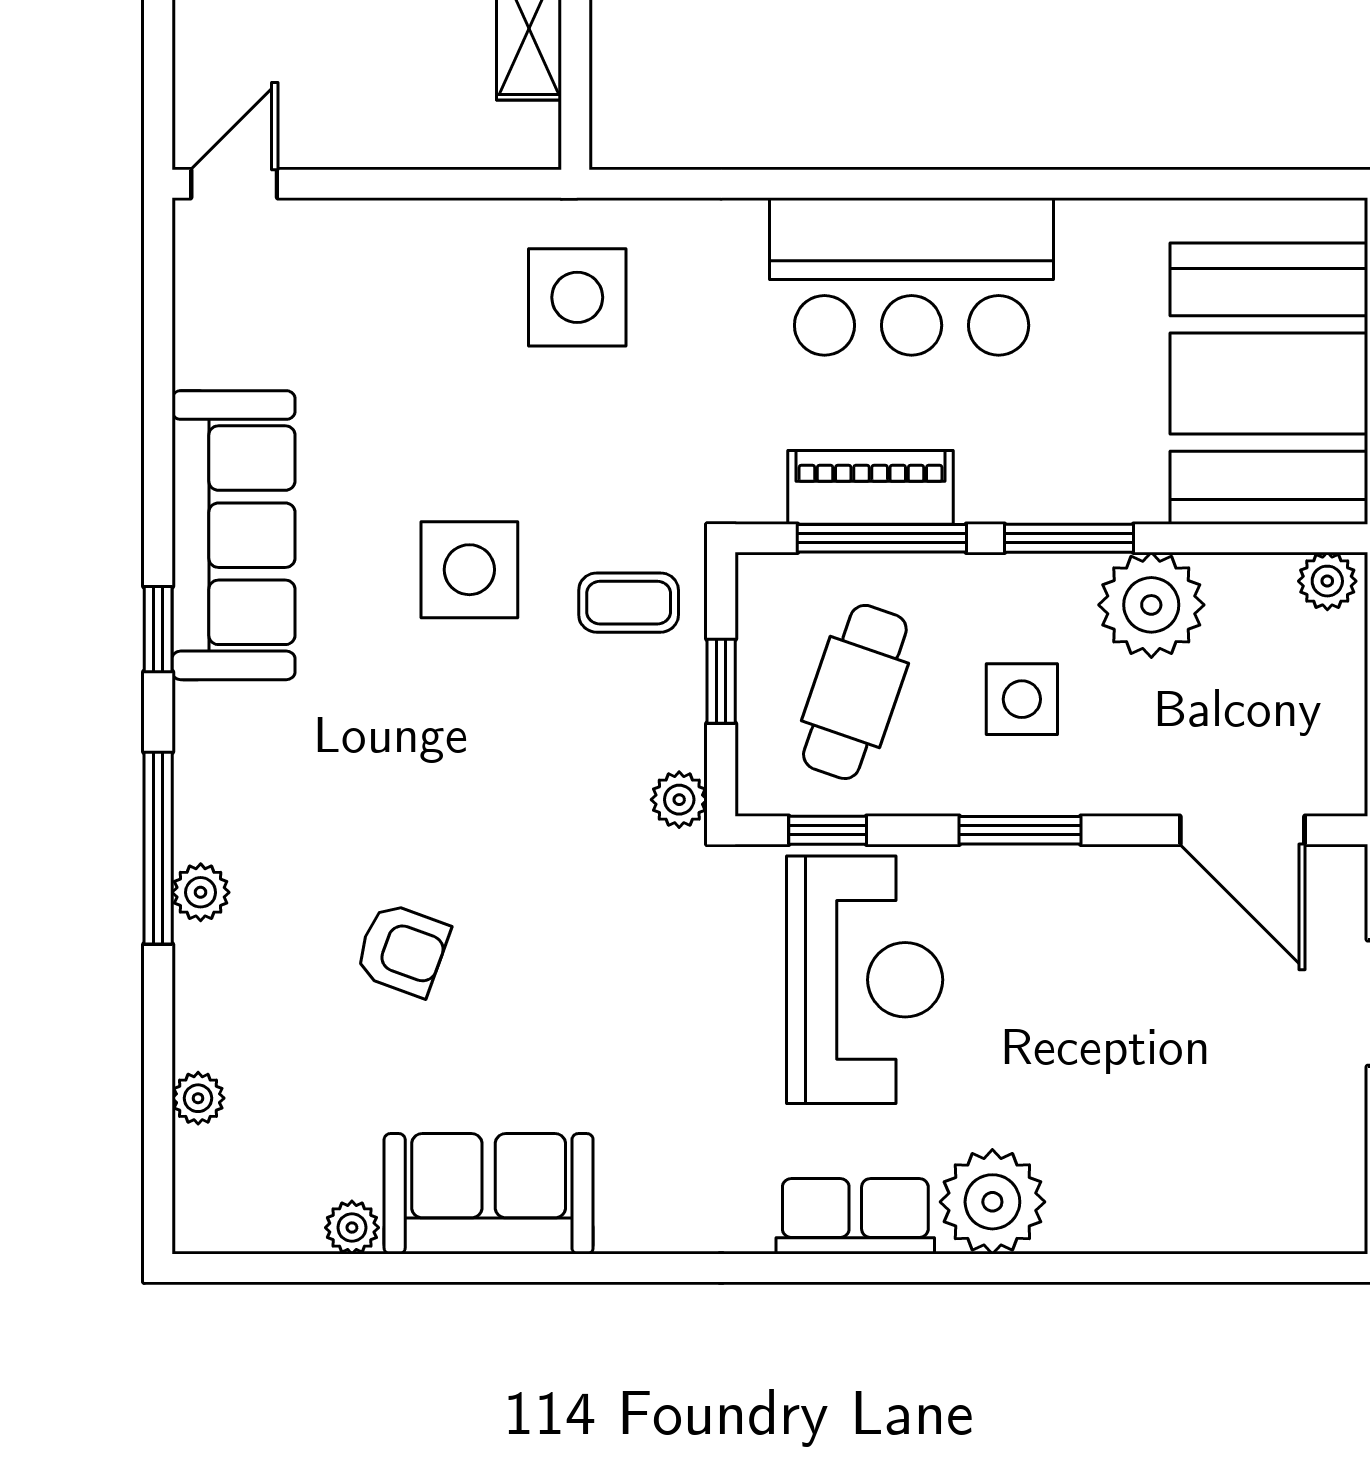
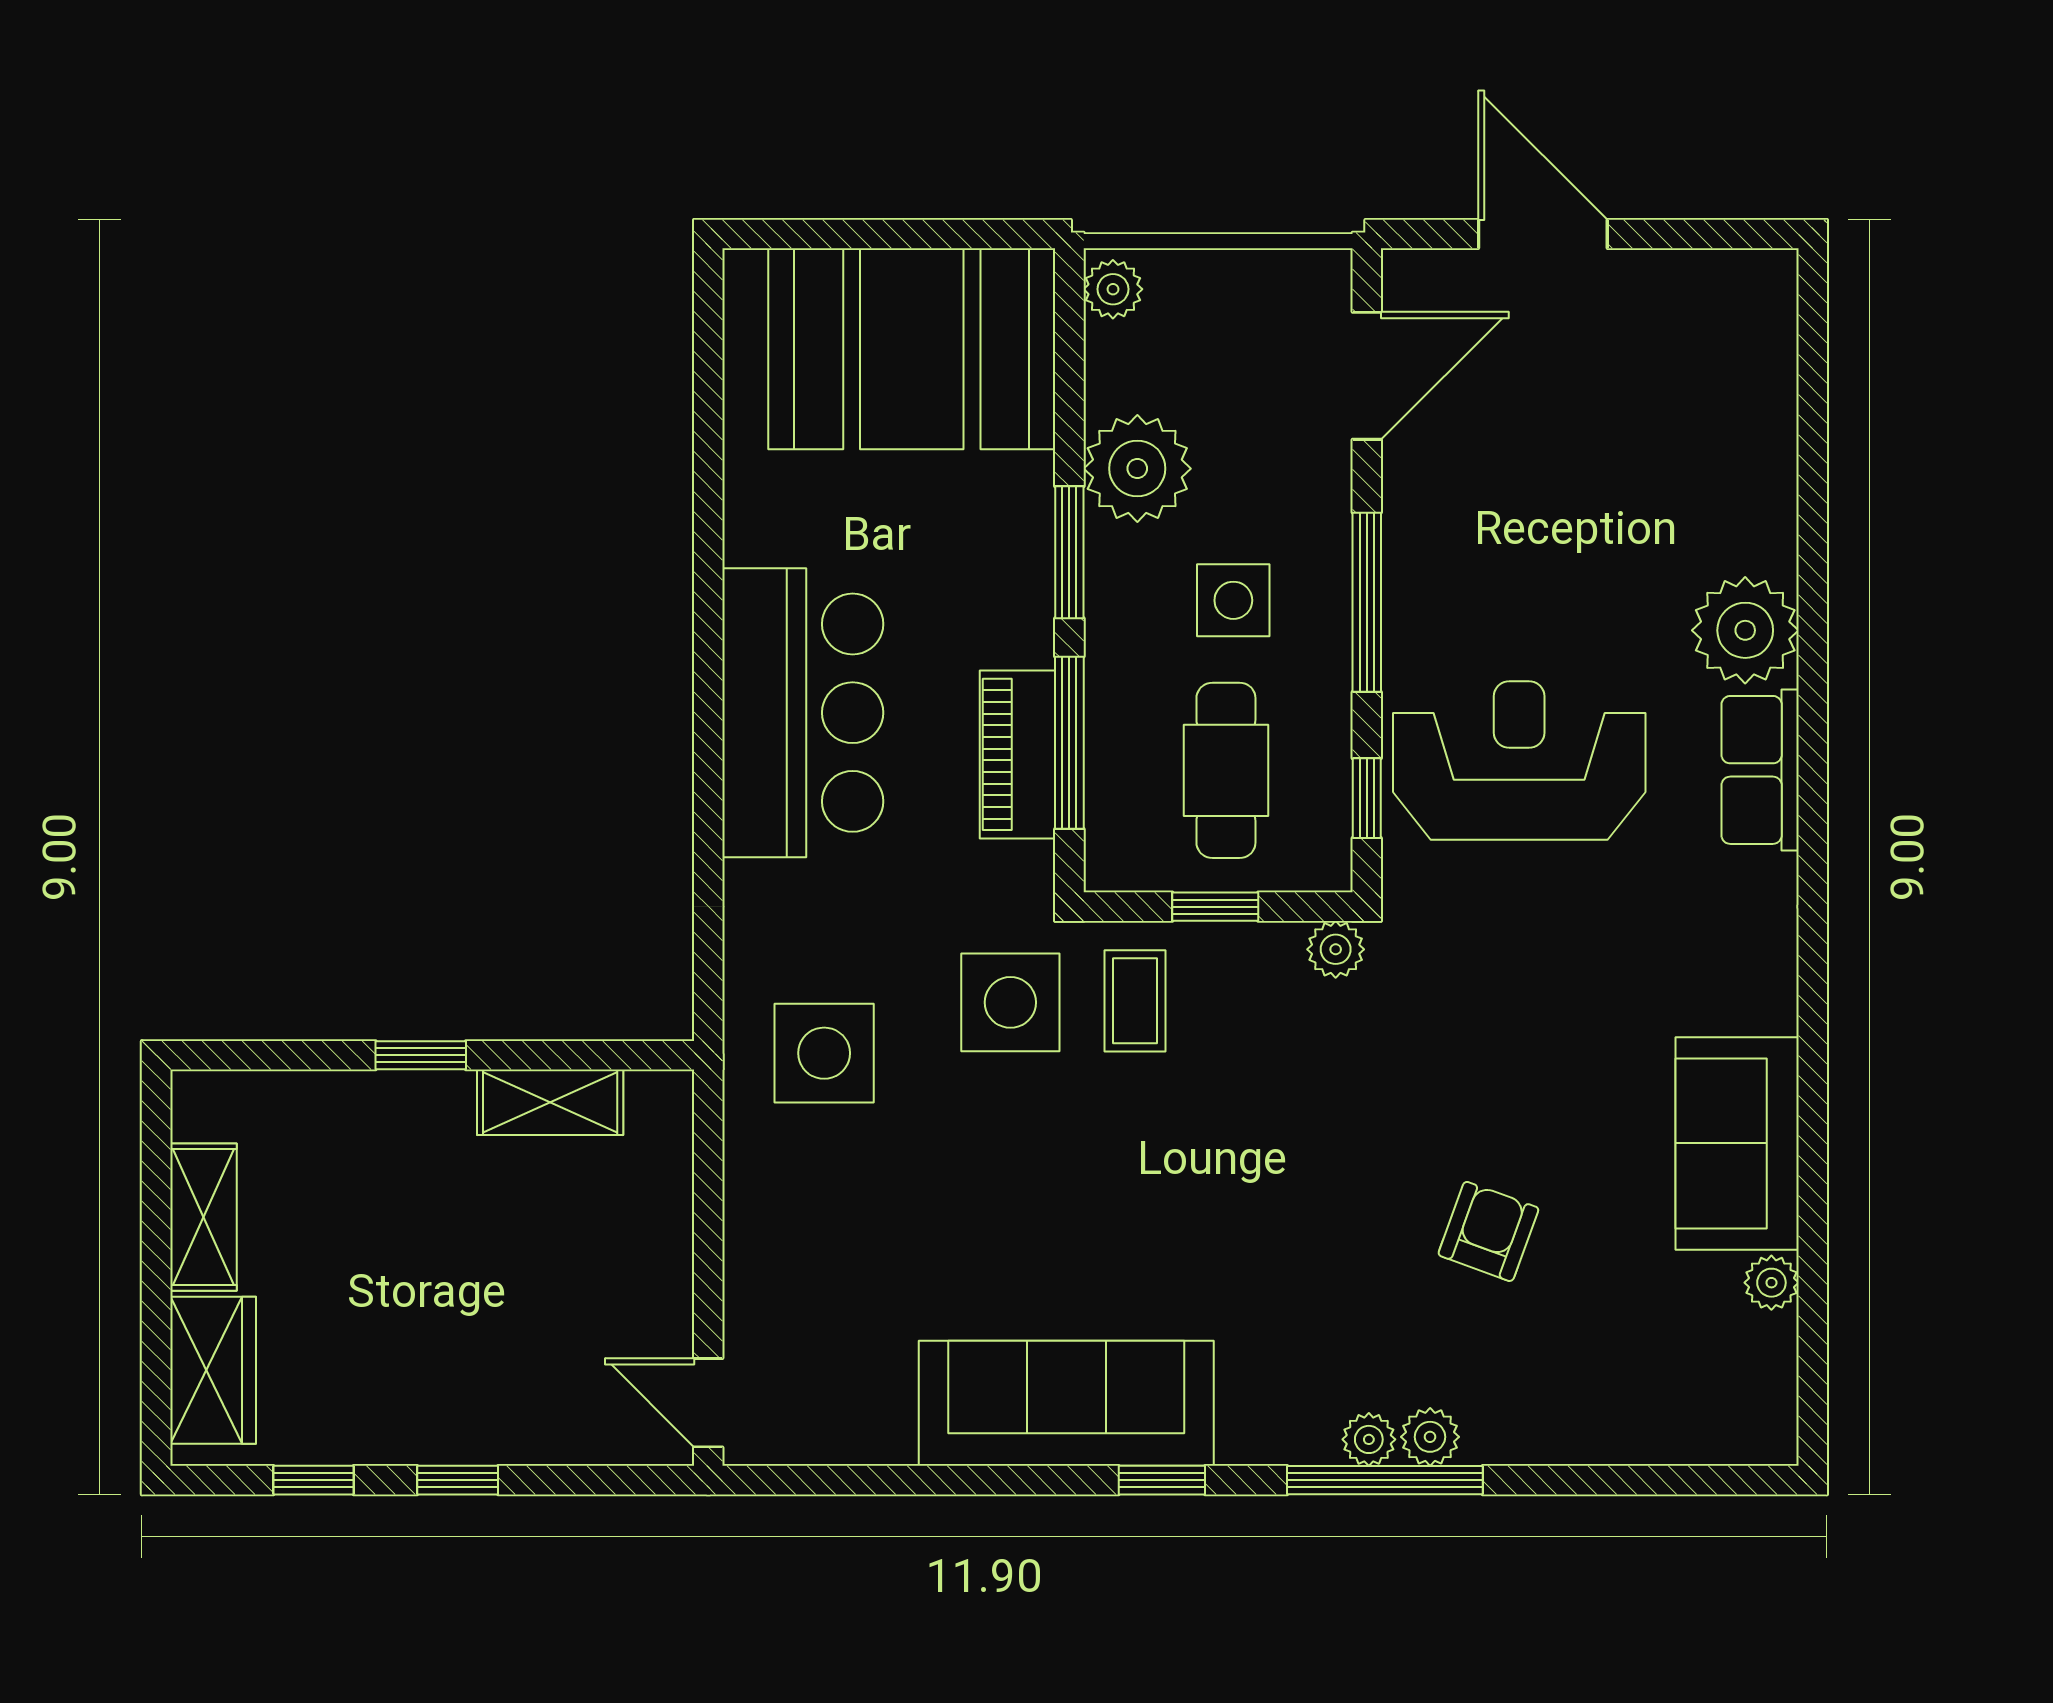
side table: (469, 570) -> (1010, 1002), moved
cafe table: (855, 692) -> (1226, 770), turned 71
window: (1020, 830) -> (1367, 602), width x1.44
plant: (198, 1098) -> (1369, 1439), moved

